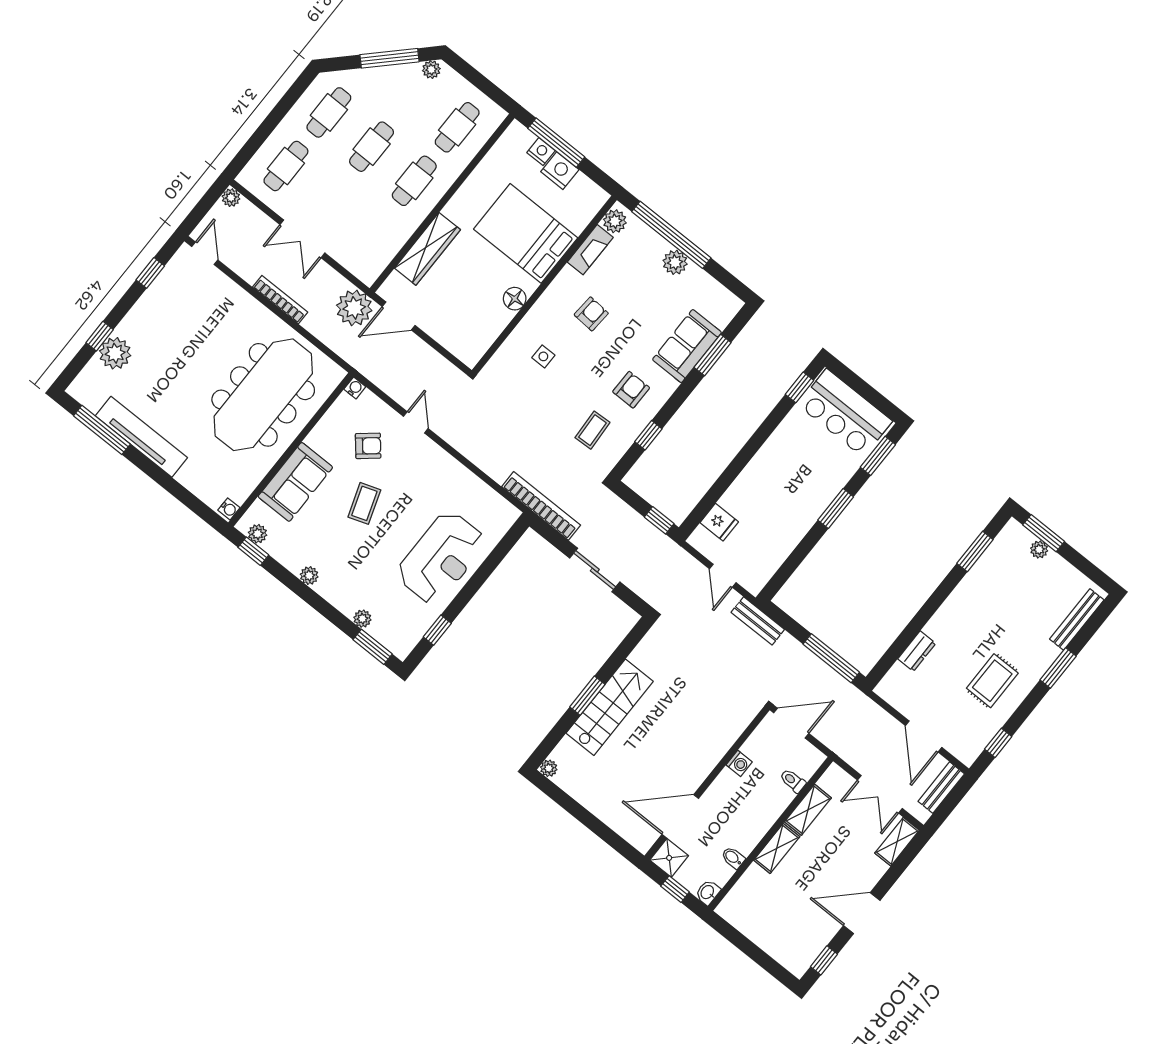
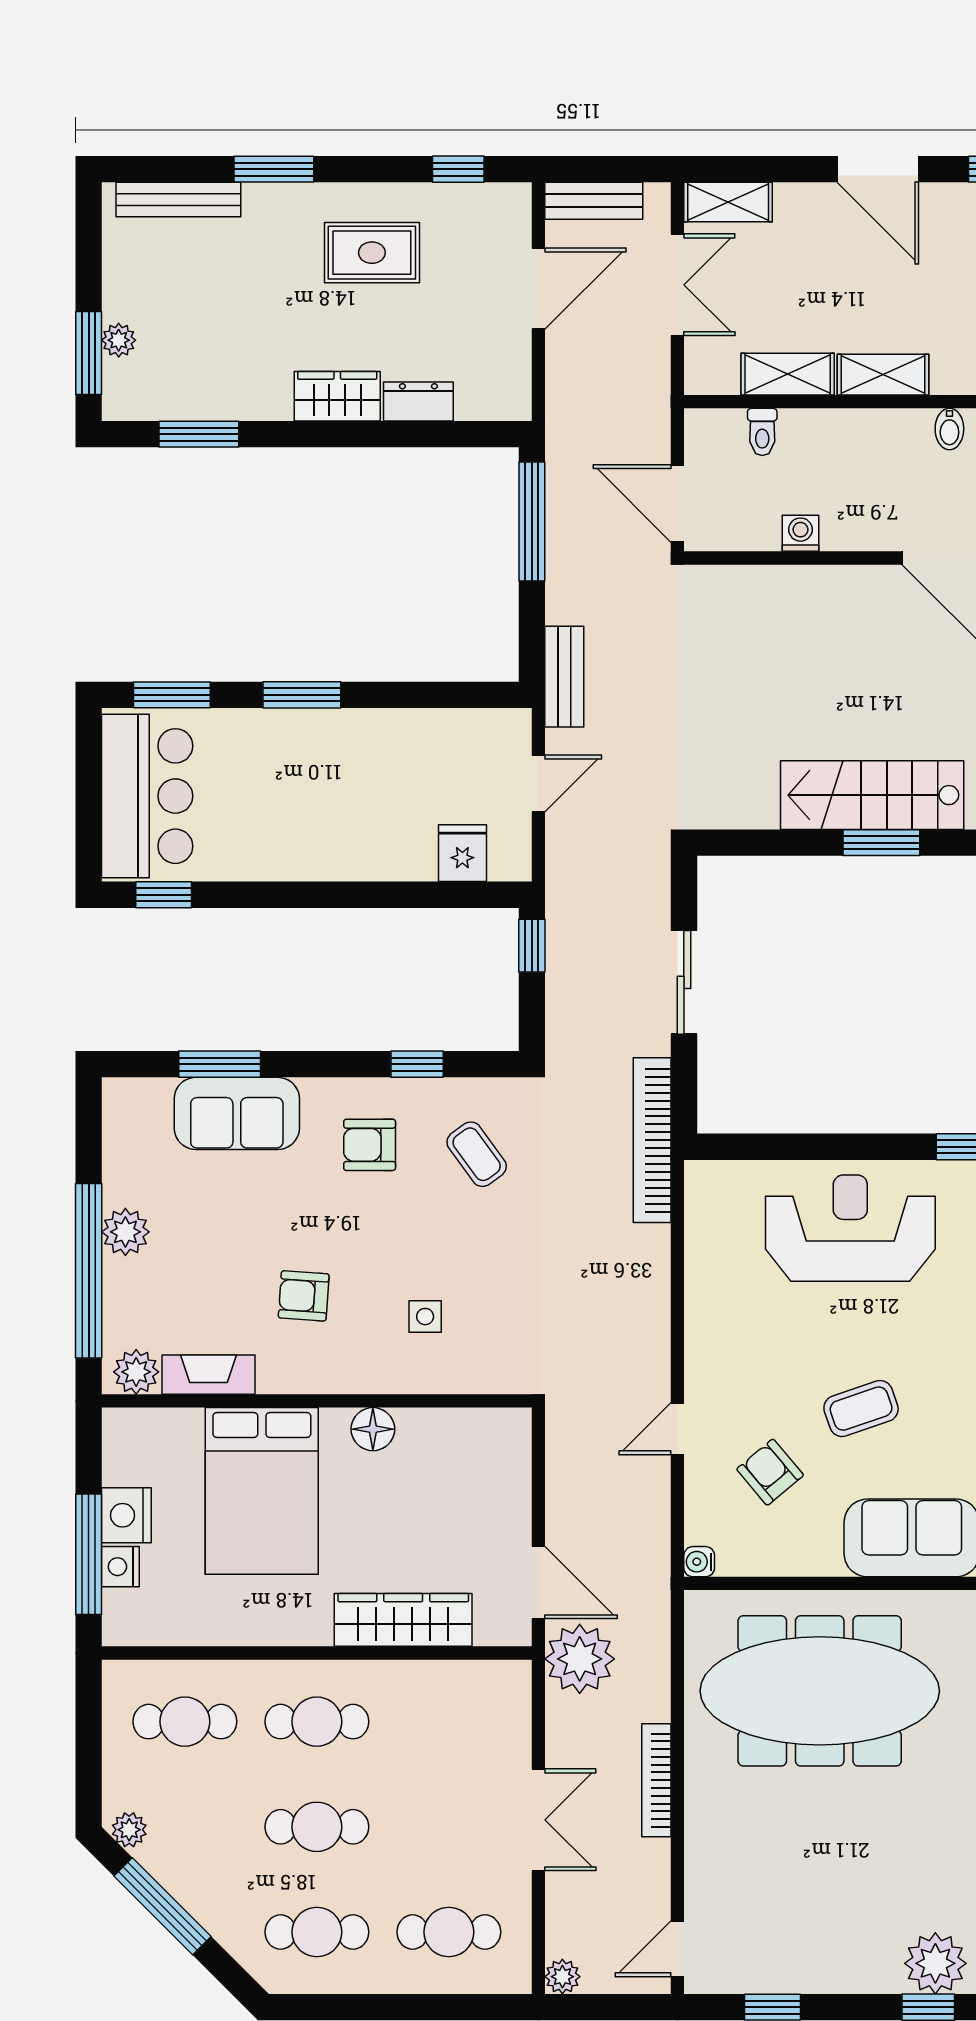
coffee table: (592, 430) -> (477, 1154), turned 57
wardrobe: (945, 620) -> (337, 396), added

